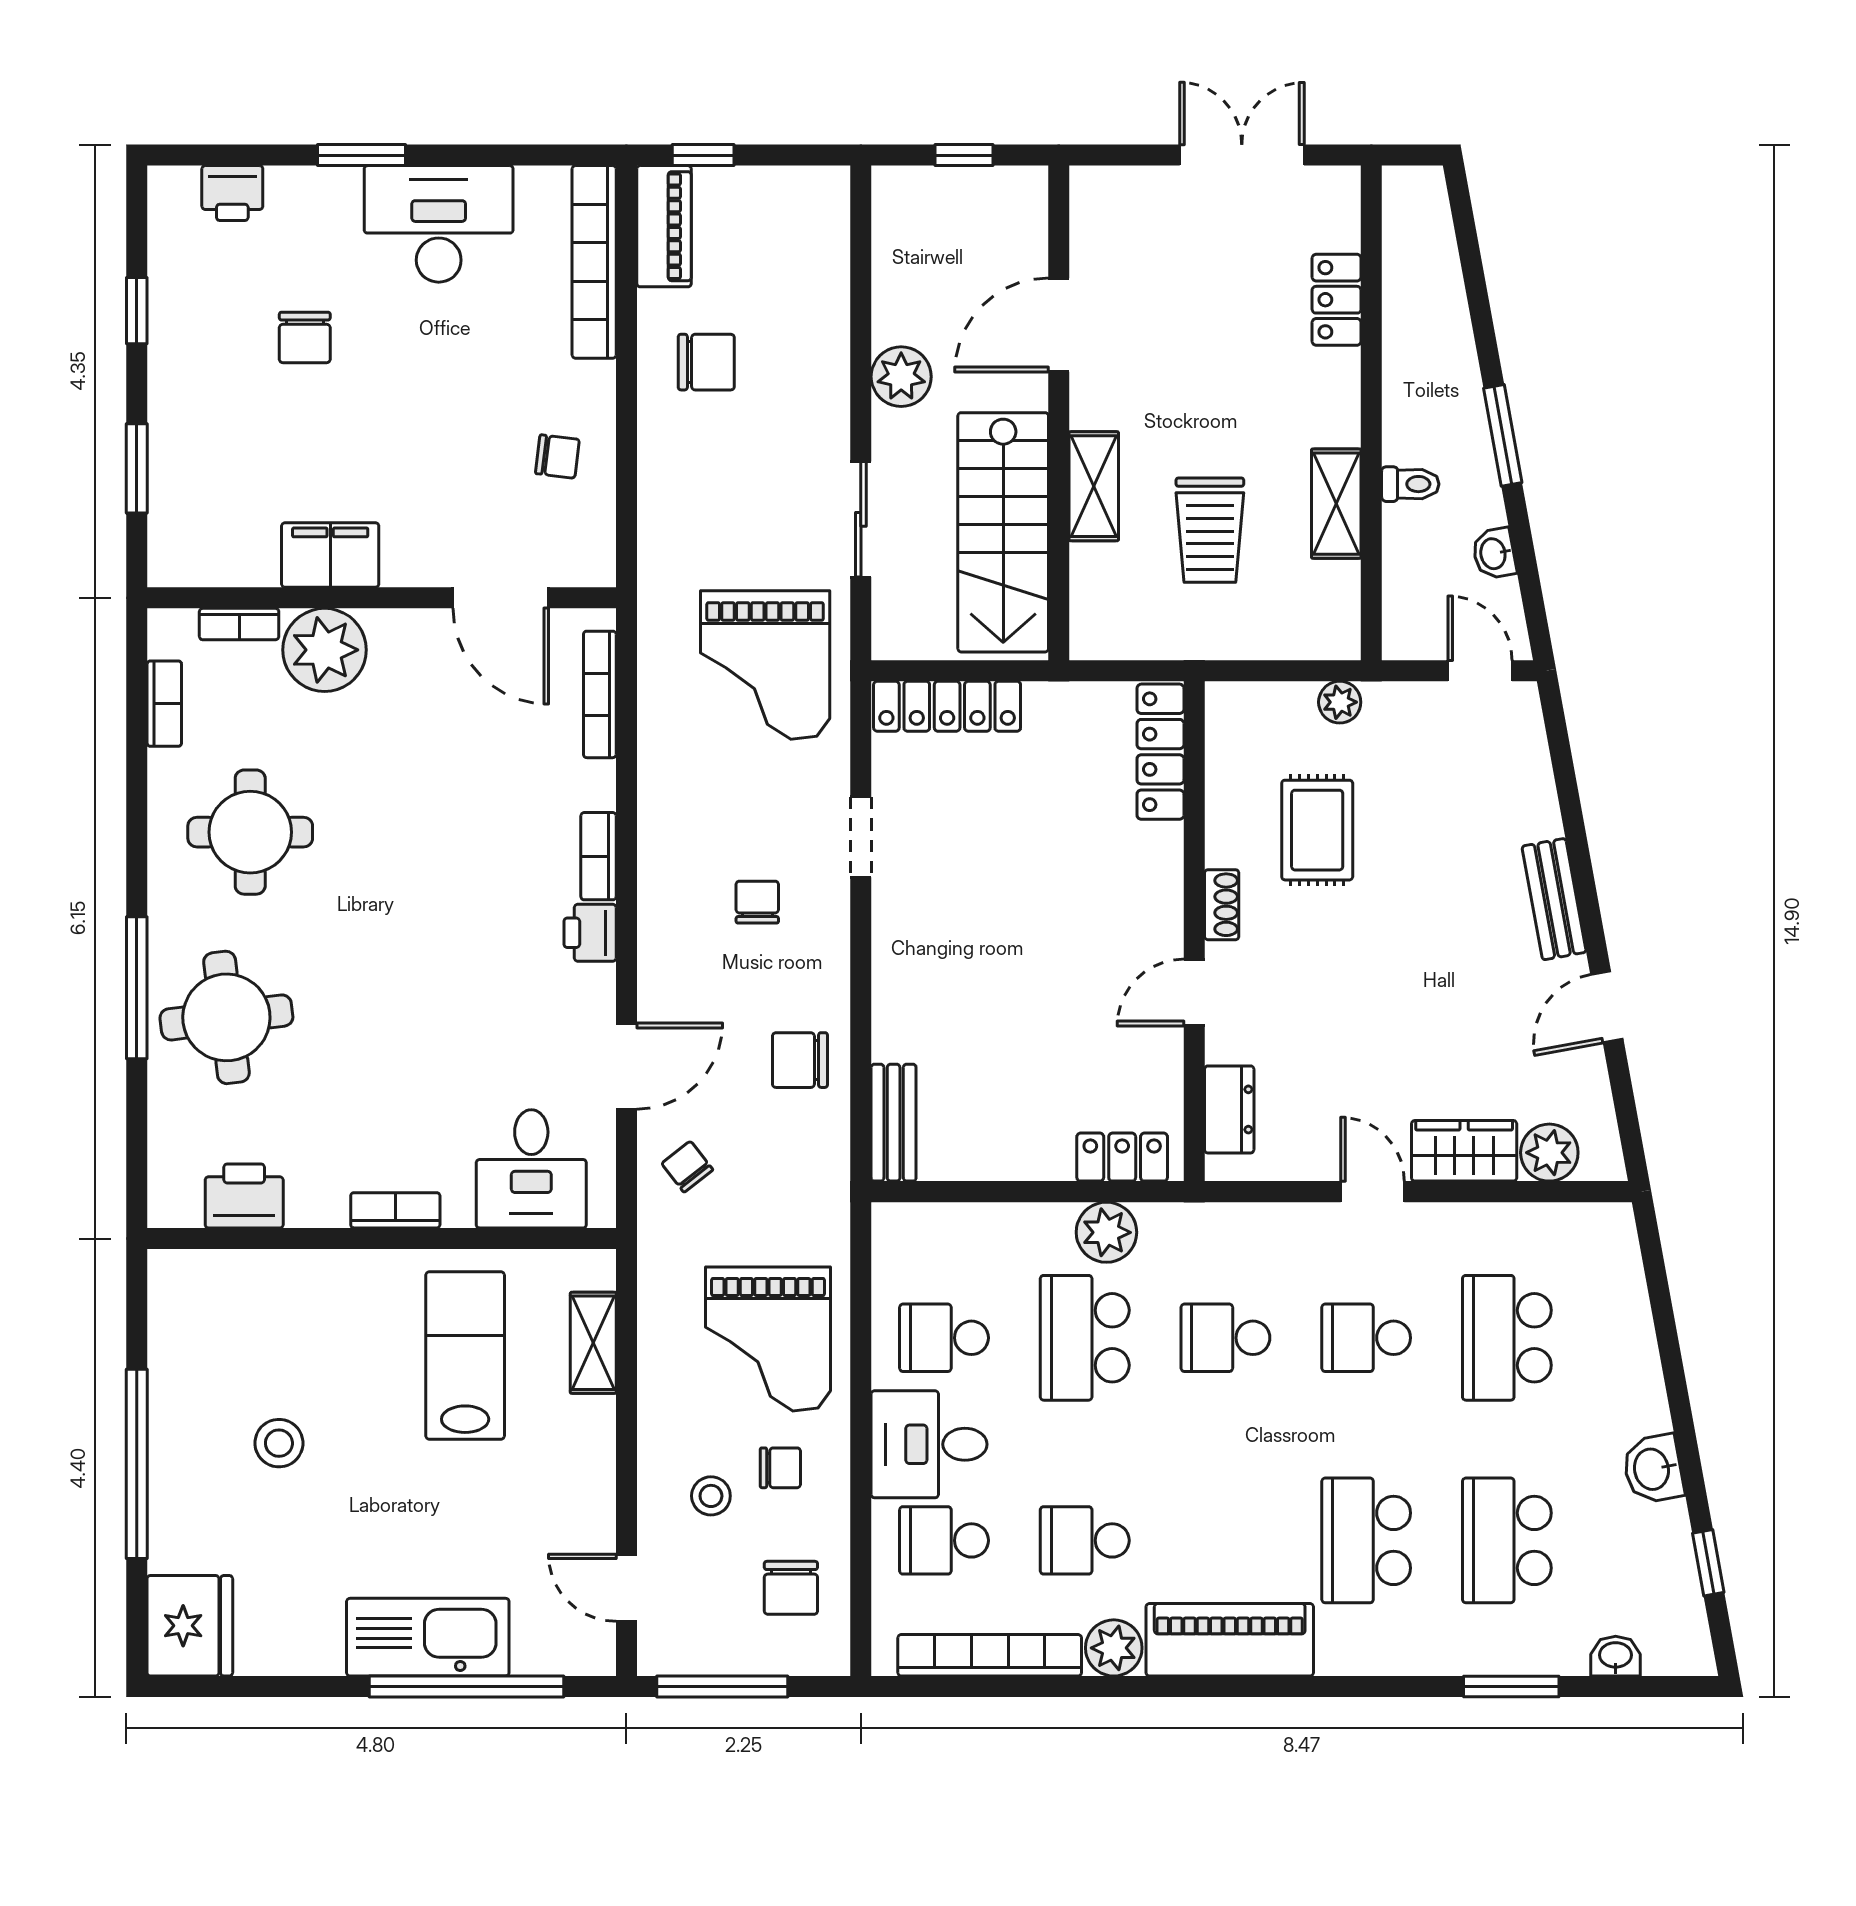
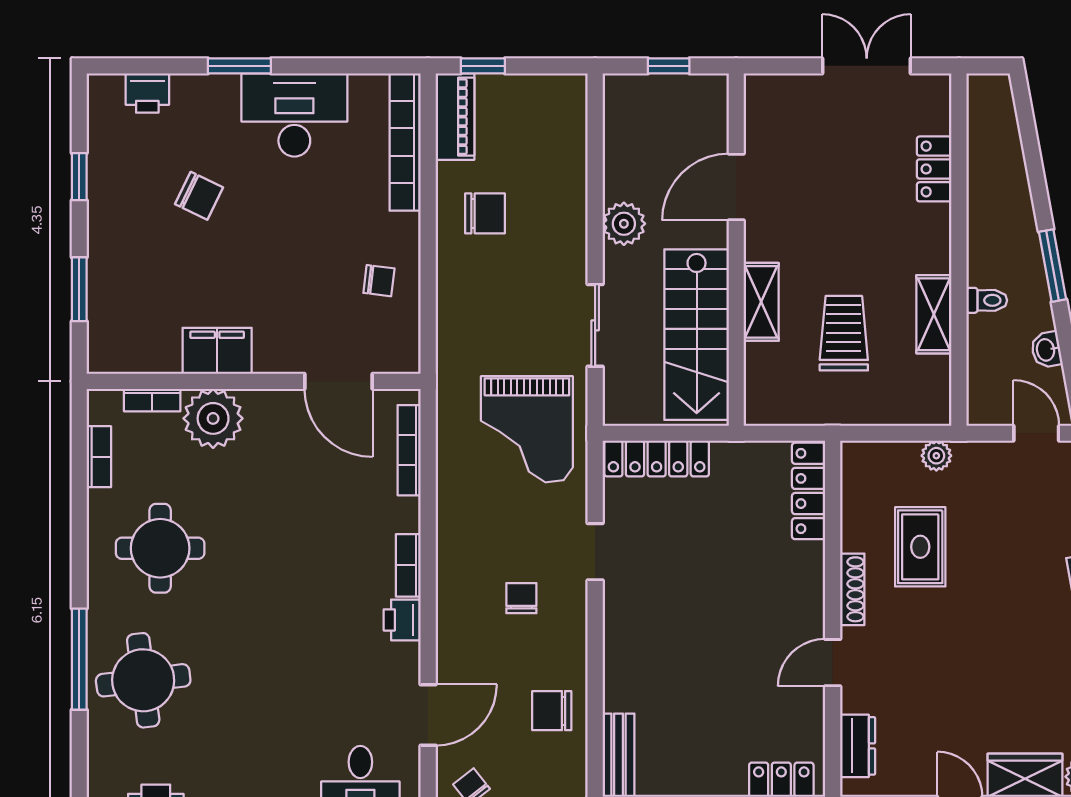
chair: (305, 337) -> (199, 196), turned -64
trolley: (1210, 530) -> (844, 333), turned 180
shoe rack: (1222, 905) -> (852, 589), width x1.43

